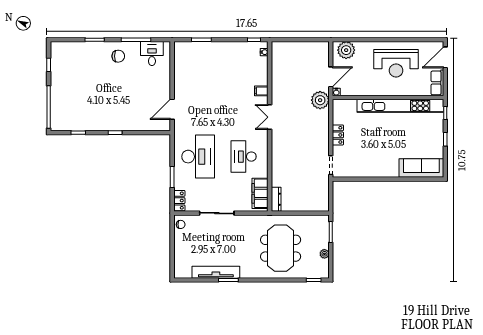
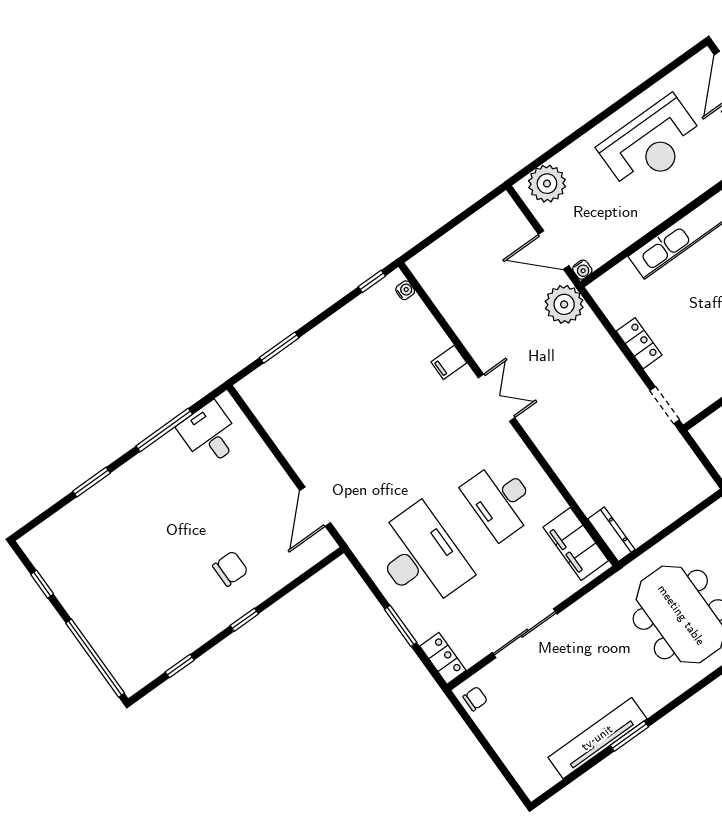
chair: (118, 56) -> (230, 569), moved
door: (331, 77) -> (554, 250), swing flipped
double door: (270, 117) -> (497, 398), swing flipped

